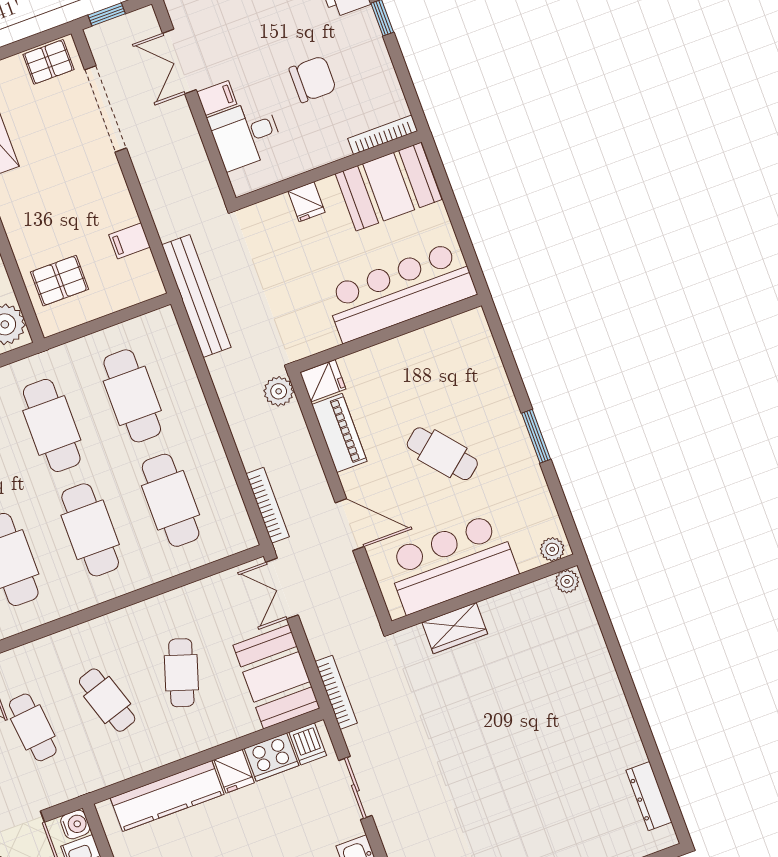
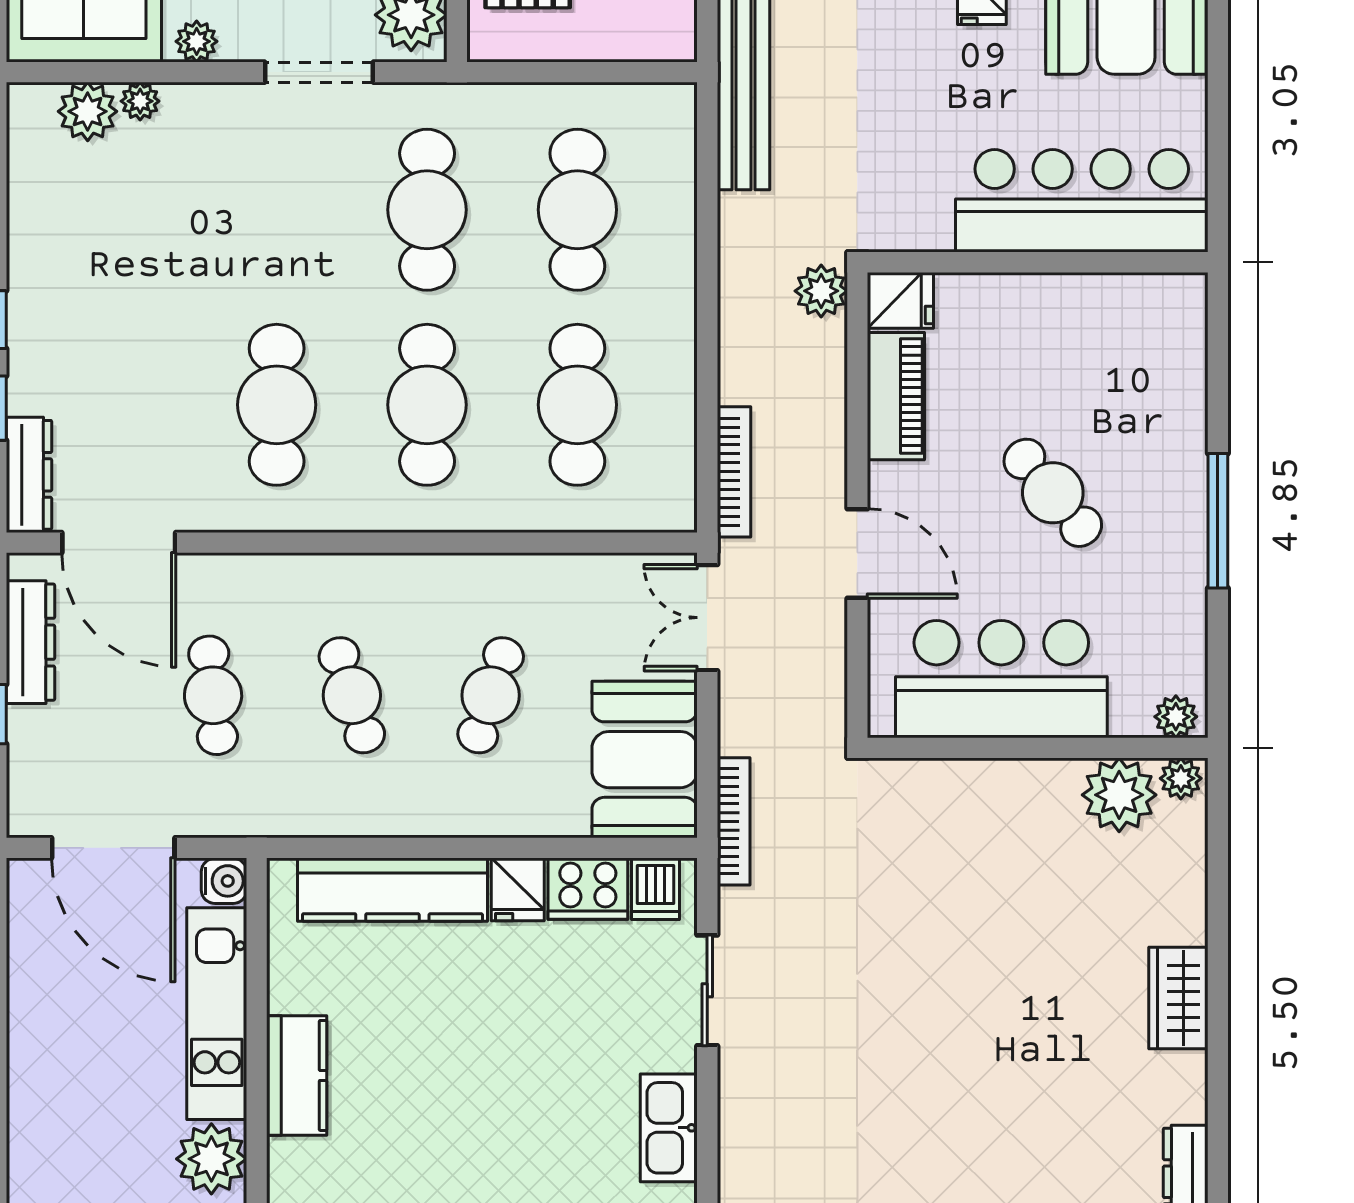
window: (536, 436) -> (1218, 521), width x1.44
plant: (537, 602) -> (1119, 795), added
wardrobe: (455, 628) -> (1178, 998), moved, turned 90

